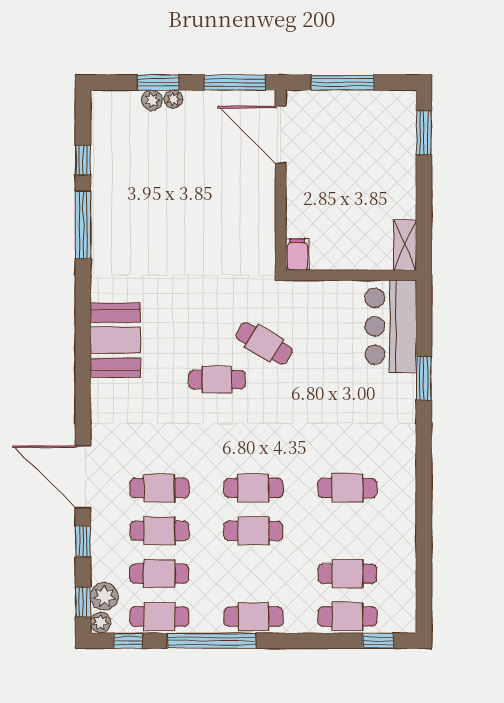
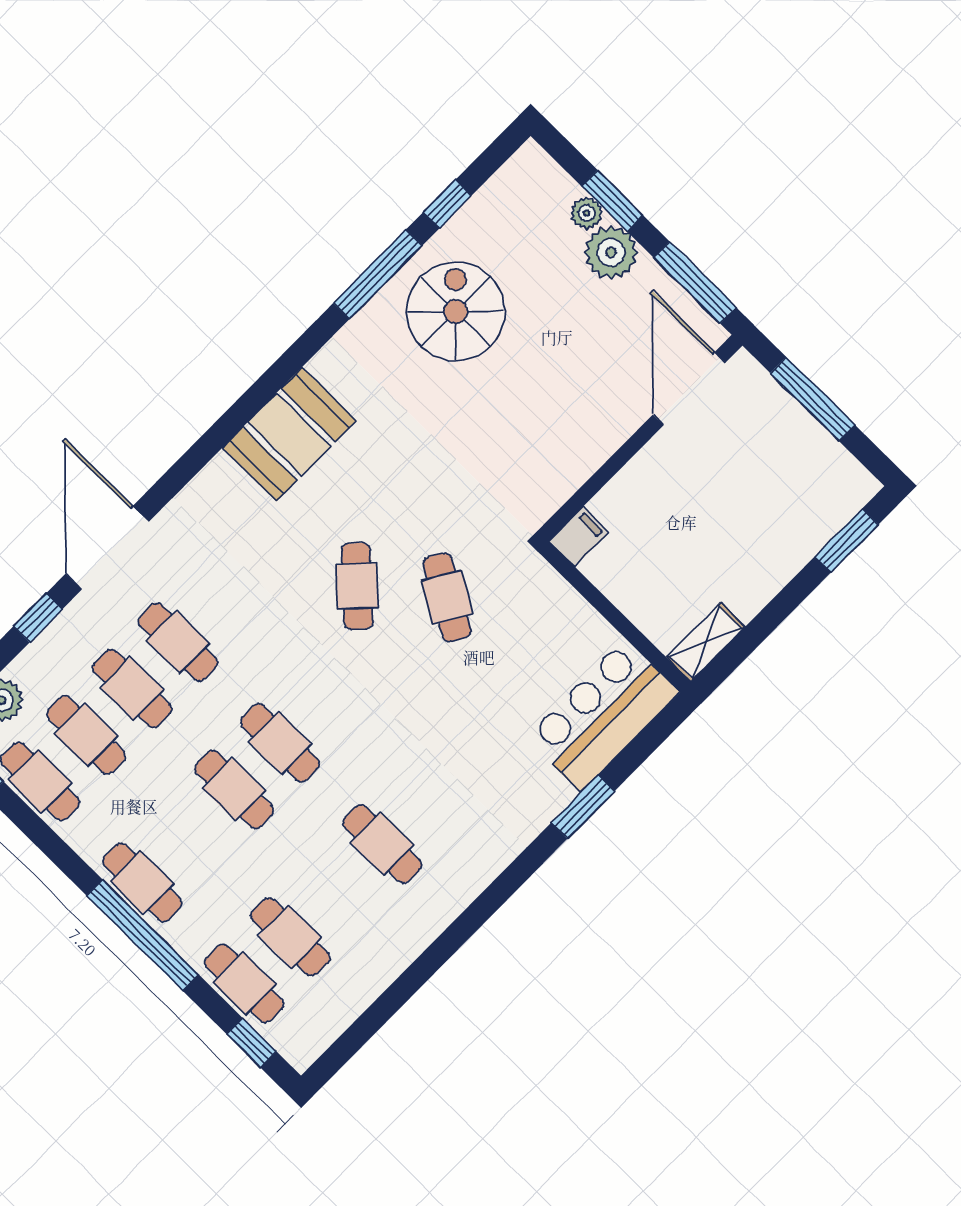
plant: (173, 99) -> (611, 252), width x1.88, depth x1.88
spiral stairs: (136, 206) -> (456, 312), added
cafe table: (217, 379) -> (357, 586), turned 43
window: (212, 641) -> (143, 935), moved

